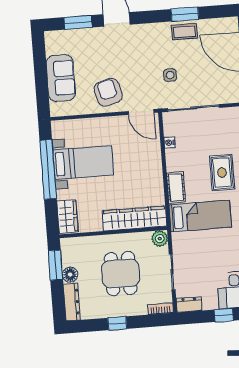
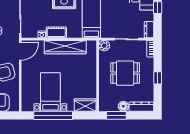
cot: (176, 187) -> (56, 32), moved
wardrobe: (134, 218) -> (65, 47), moved, turned -90

